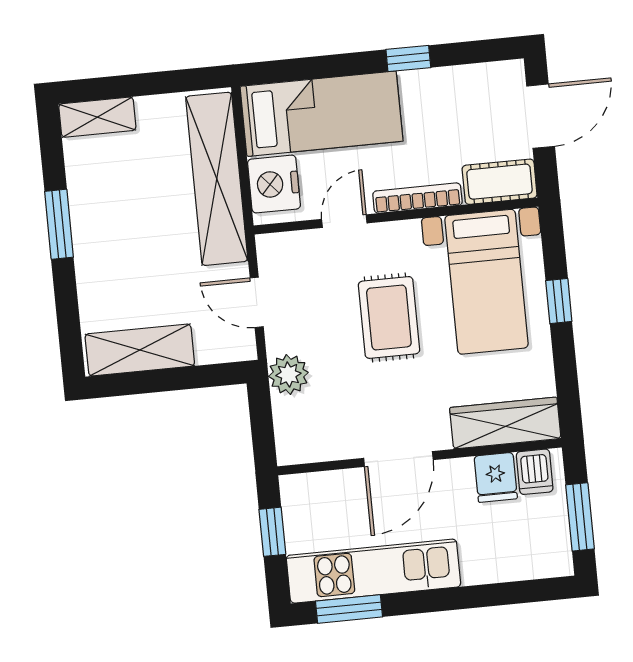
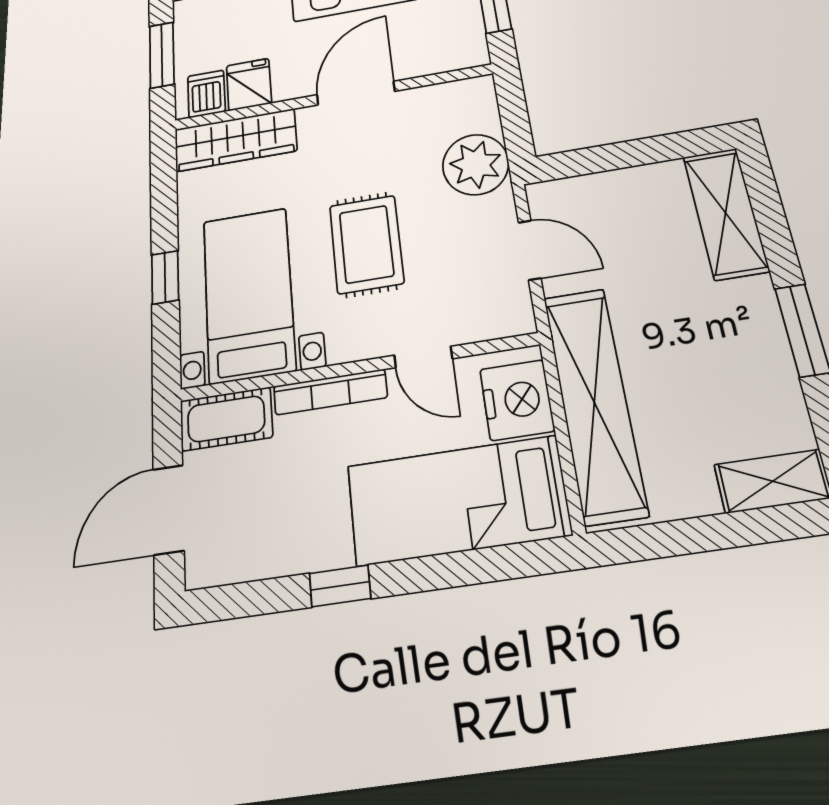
door: (344, 221) -> (423, 357), hinge flipped
shelving: (140, 350) -> (726, 213), moved, turned 90
plant: (288, 374) -> (476, 165), width x1.36, depth x1.36

